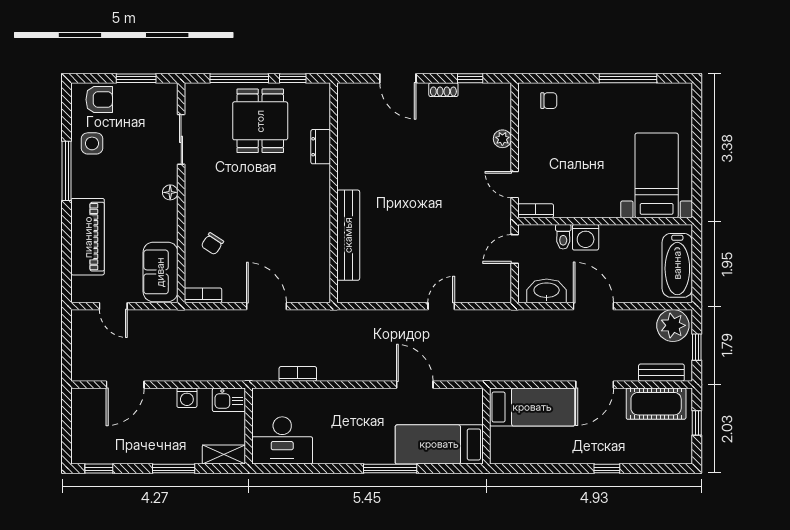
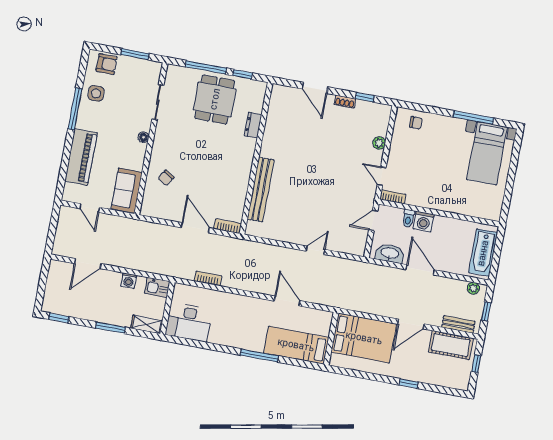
bed with nightstands: (657, 175) -> (487, 153), moved, turned 180
bookcase: (203, 295) -> (228, 226), moved
plant: (673, 325) -> (473, 288), width x0.53, depth x0.53
bed: (532, 407) -> (364, 338), width x1.50

